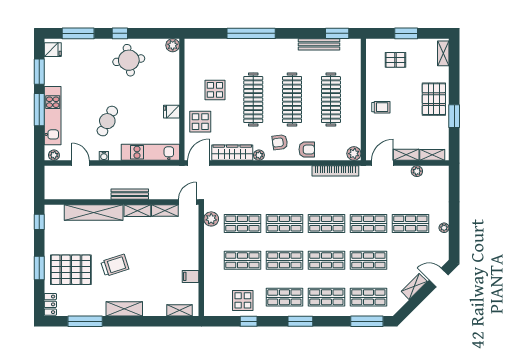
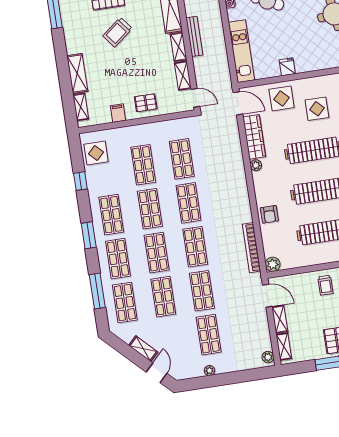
armchair: (280, 142) -> (273, 185), removed
plant: (417, 171) -> (268, 357), moved
plant: (211, 219) -> (181, 125), removed
pallet: (185, 249) -> (146, 103), added
trolley: (115, 265) -> (118, 32), turned 70
display table: (243, 300) -> (96, 153), moved
shelving: (124, 309) -> (77, 73), moved
window: (367, 321) -> (97, 291), moved

